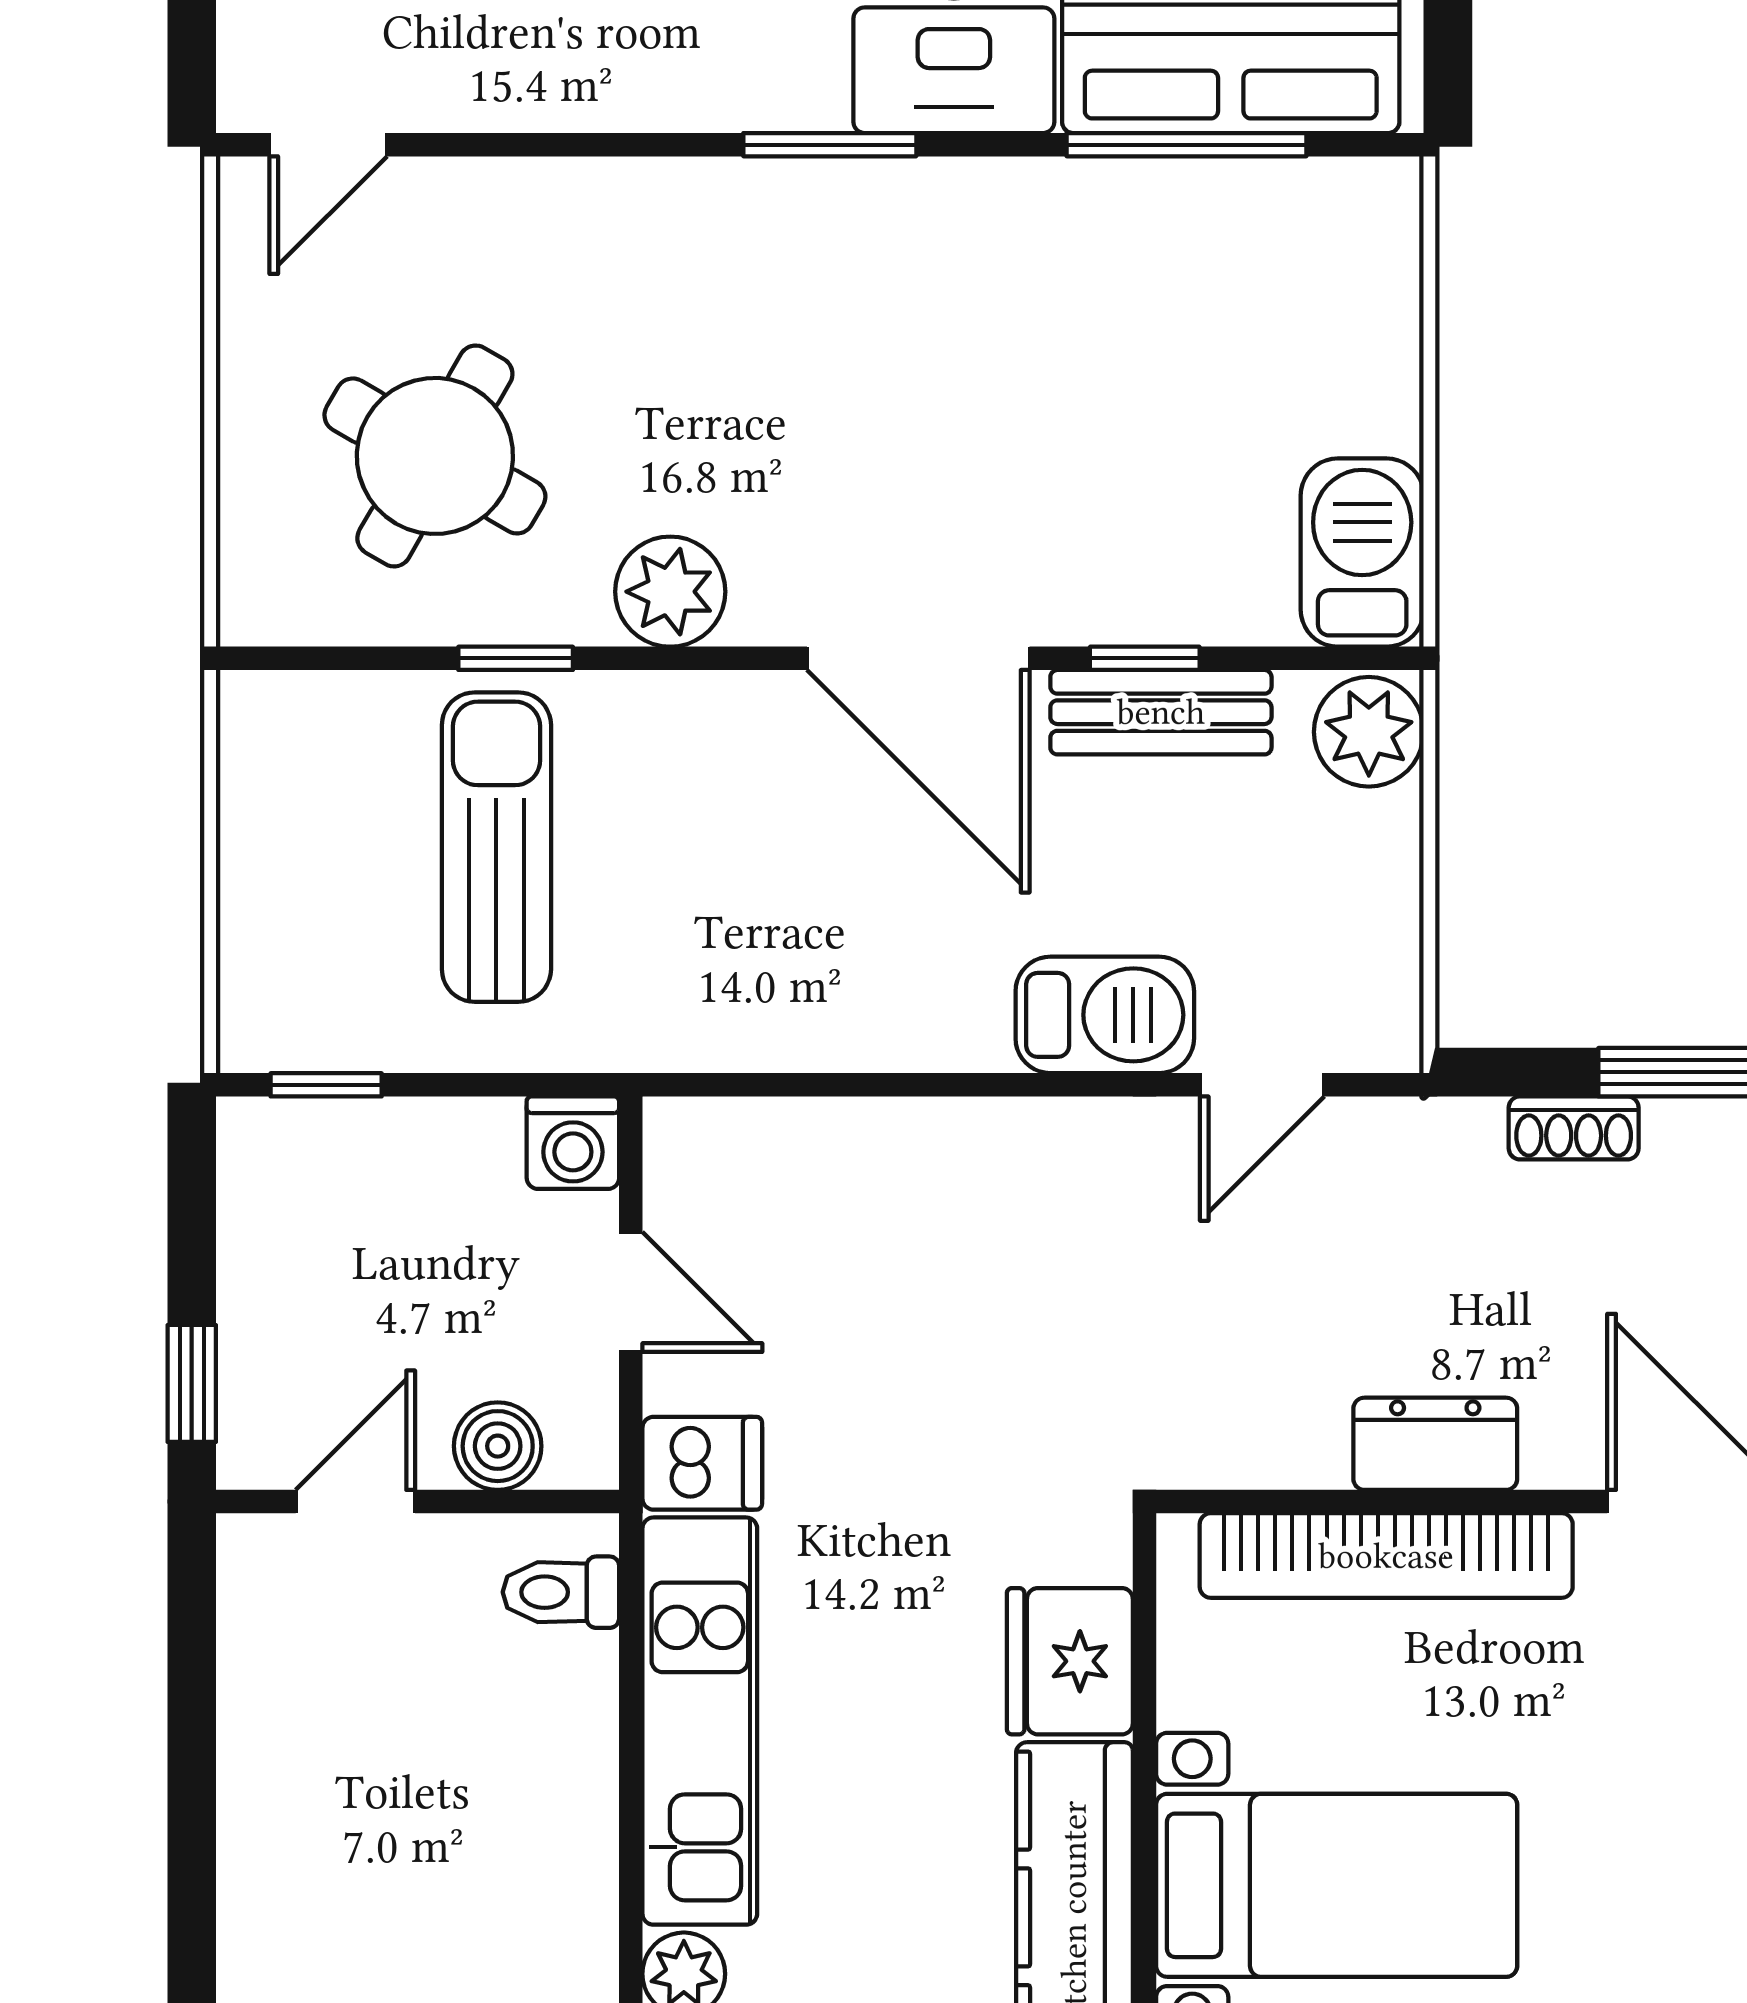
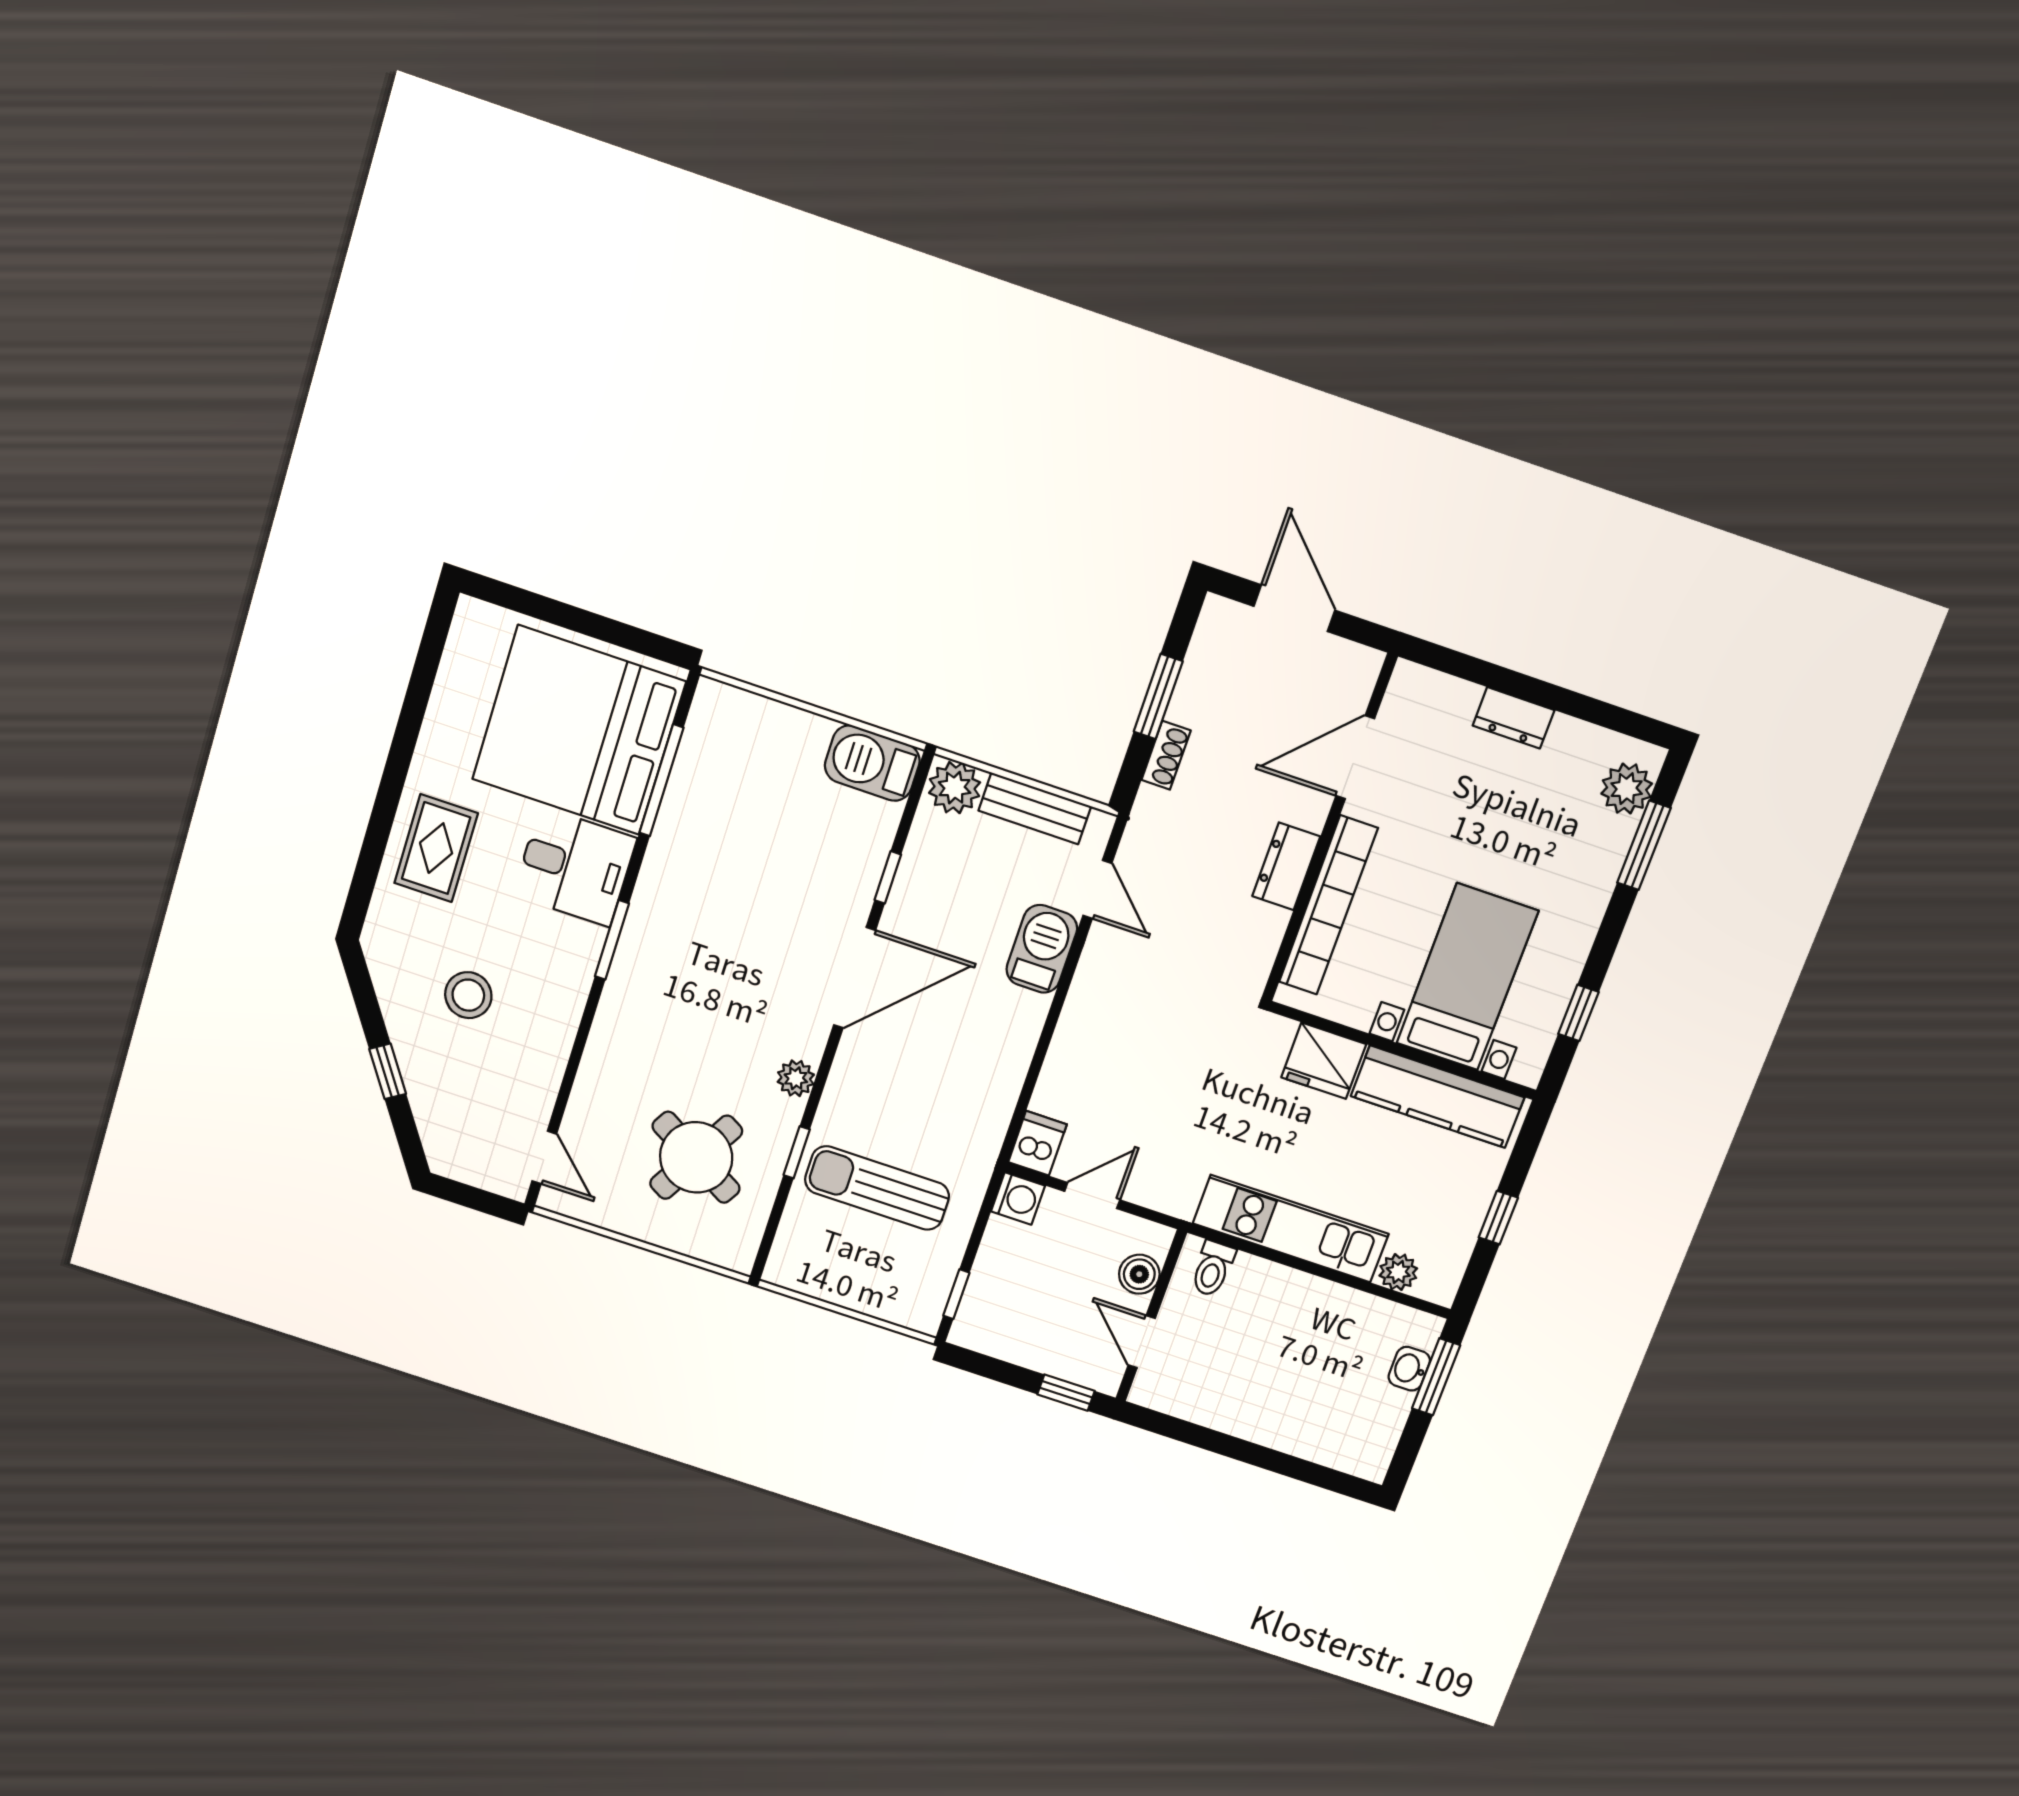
plant: (670, 592) -> (796, 1078), width x0.73, depth x0.73
bench: (1161, 712) -> (1035, 808), moved, turned 90
dishwasher: (702, 1463) -> (1037, 1143), moved

